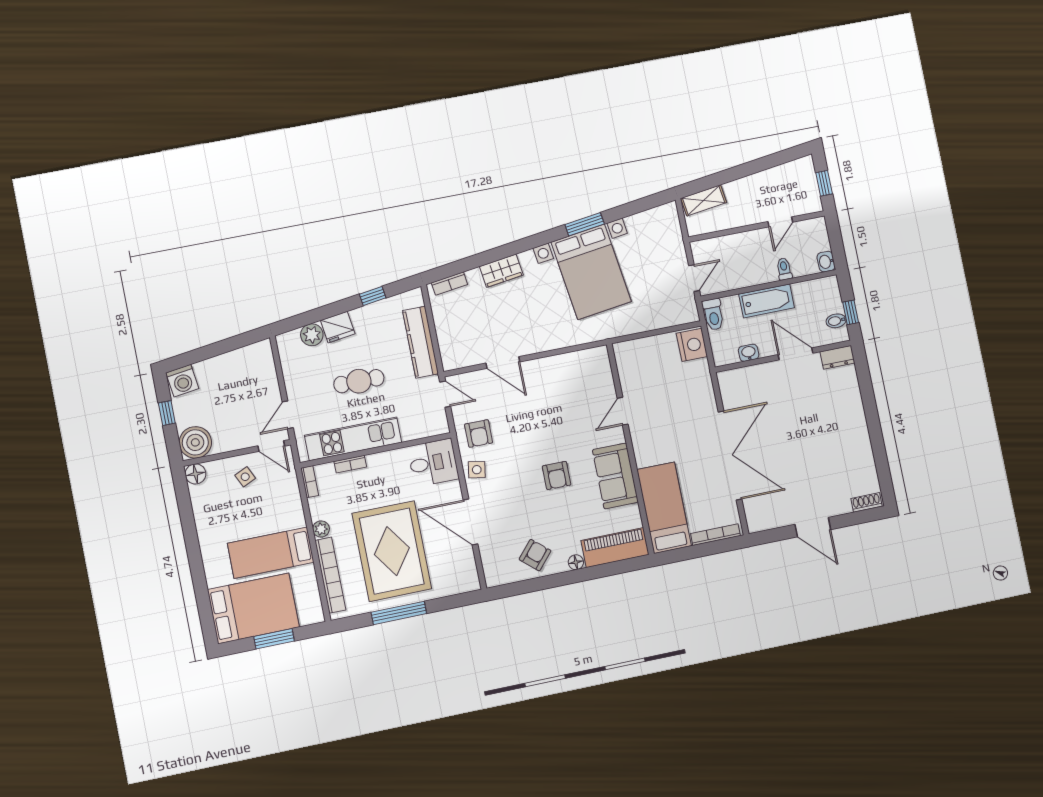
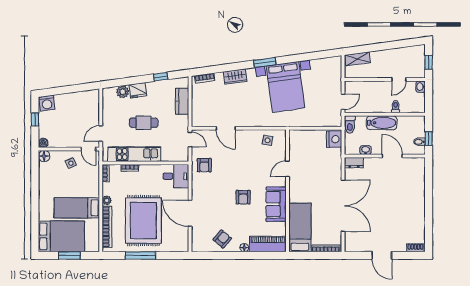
window: (585, 224) -> (265, 62), moved
washbasin: (826, 262) -> (420, 87), moved
kitchen counter: (421, 342) -> (182, 101), width x0.67
dresser: (837, 357) -> (354, 163), moved
boiler: (195, 442) -> (43, 143), width x0.54, depth x0.54
side table: (477, 470) -> (268, 140), moved

